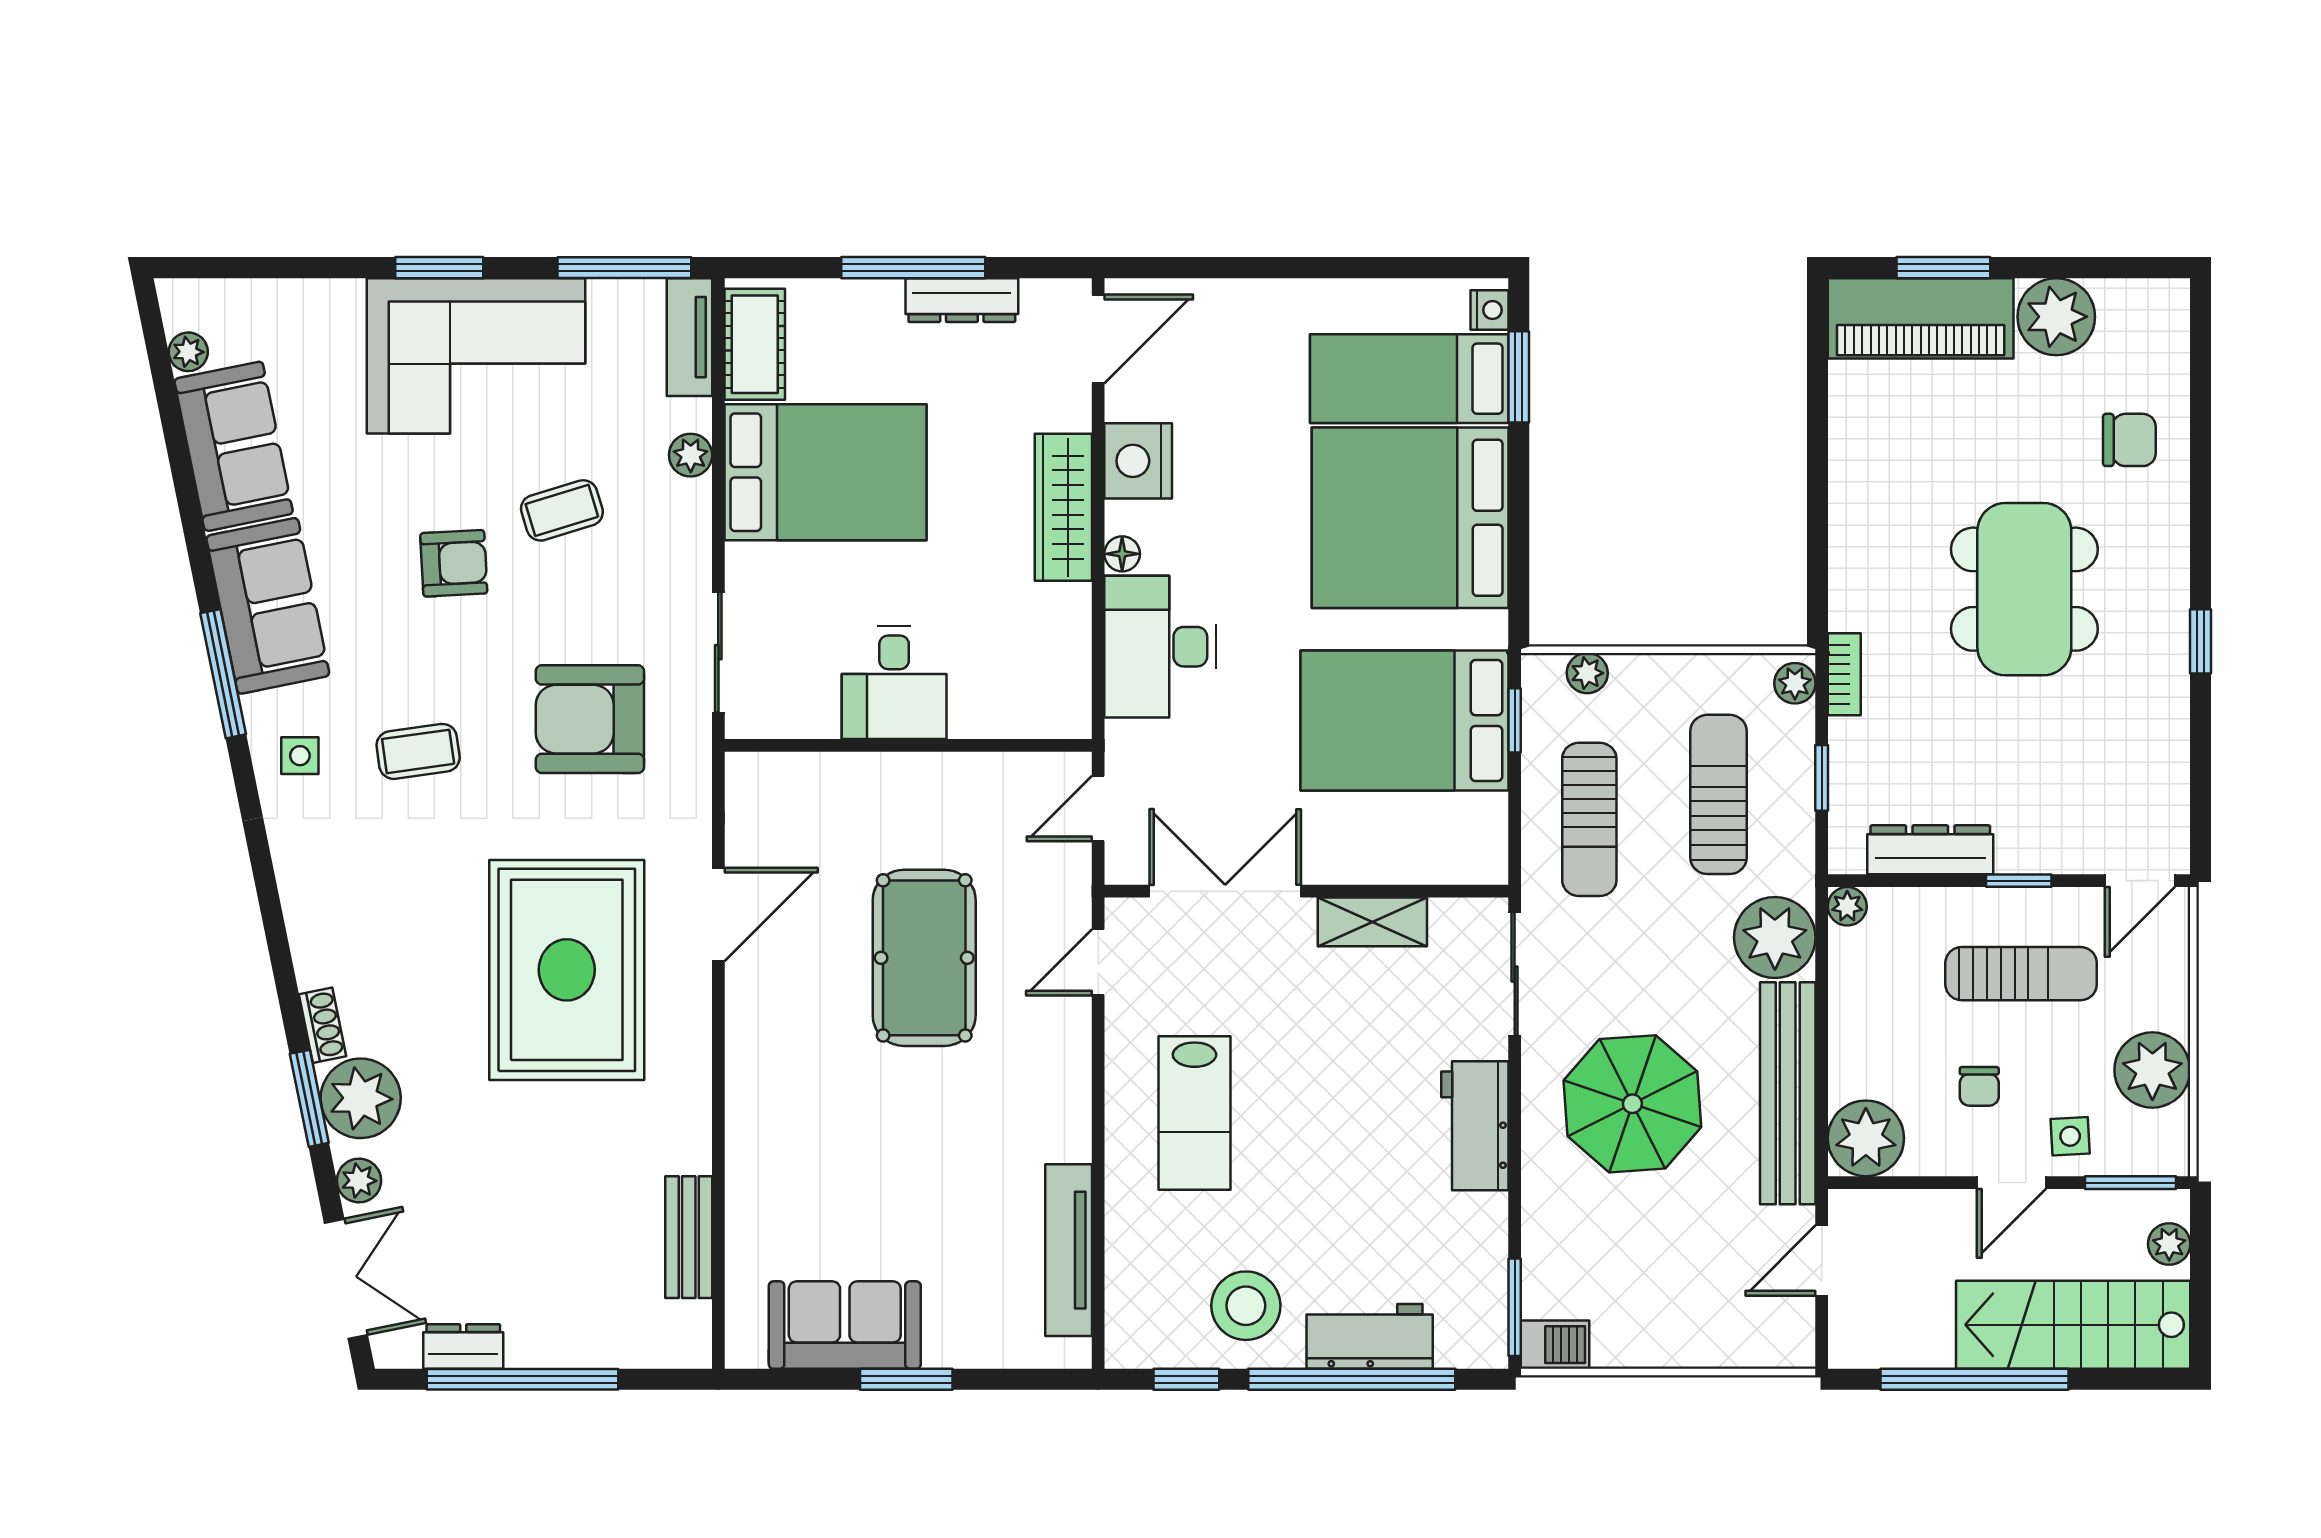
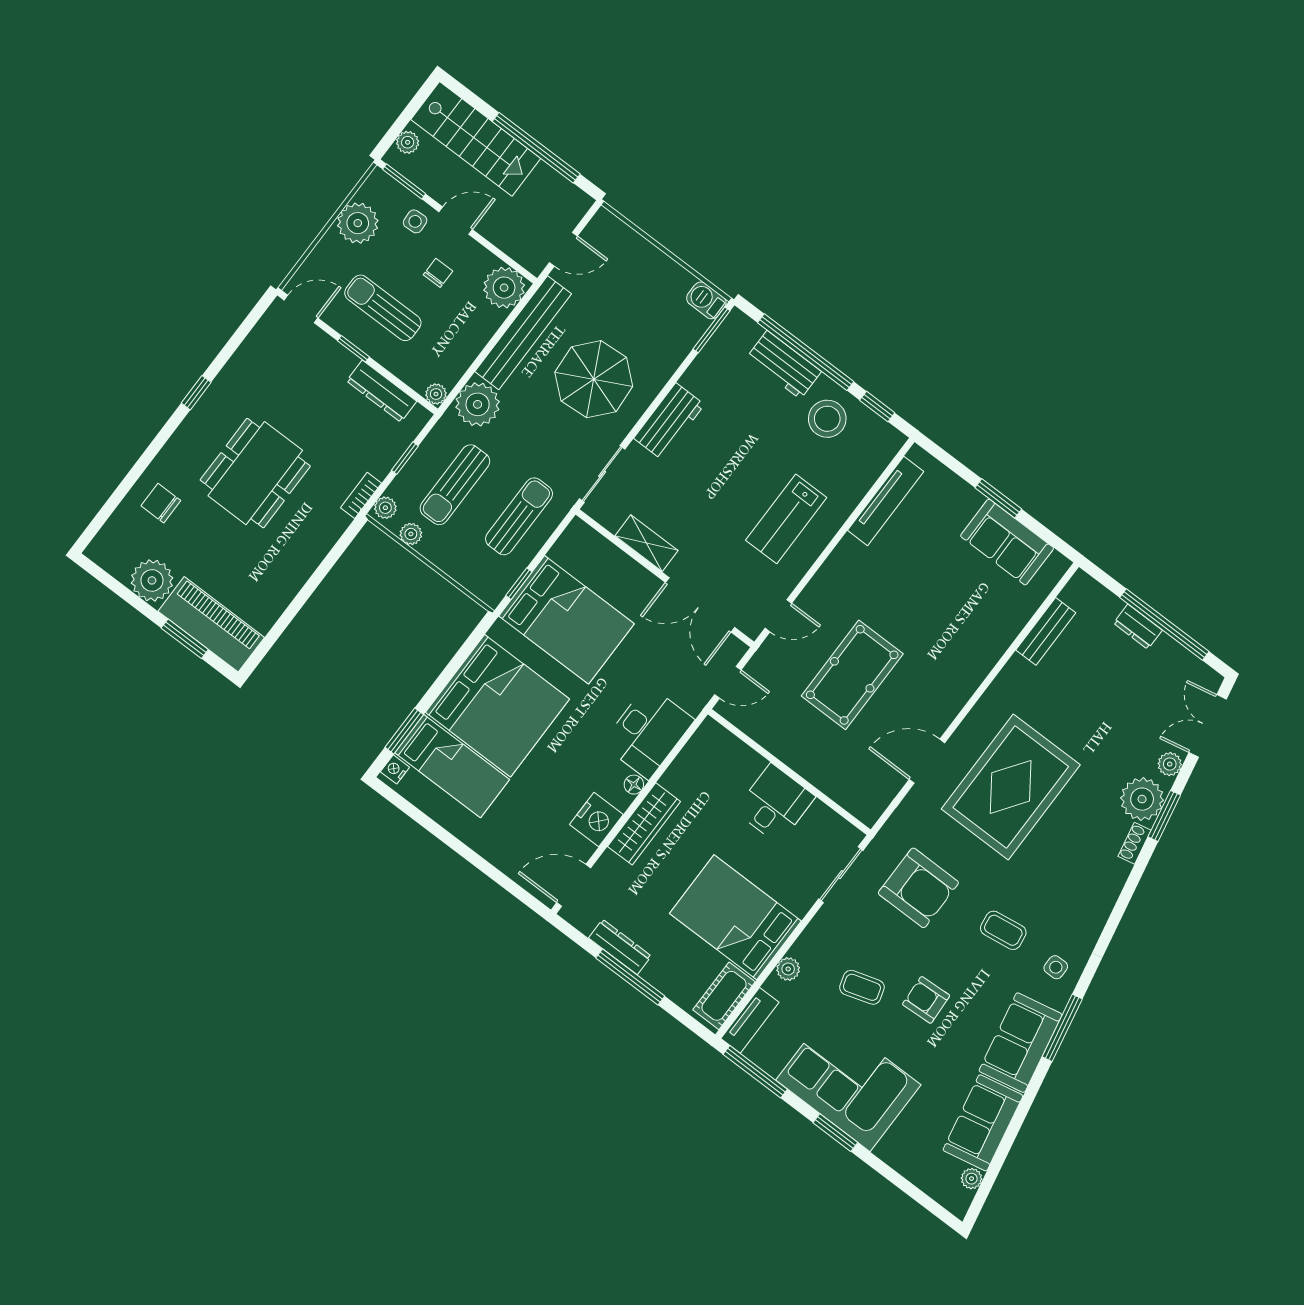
plant: (1587, 673) -> (411, 534), moved
lab bench: (1194, 1113) -> (786, 519), turned 180
dresser: (463, 1346) -> (1138, 627), moved

